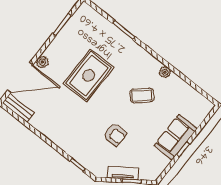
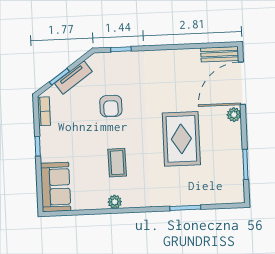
coffee table: (142, 96) -> (117, 163), turned -49
armchair: (115, 135) -> (111, 106), turned -90
sofa: (176, 137) -> (56, 187), moved
bookcase: (160, 168) -> (44, 111), added

